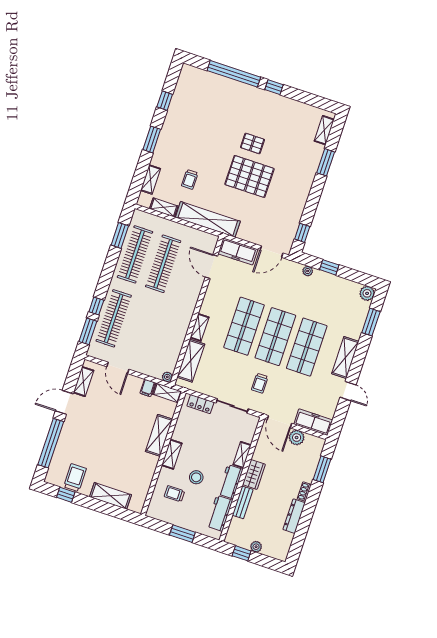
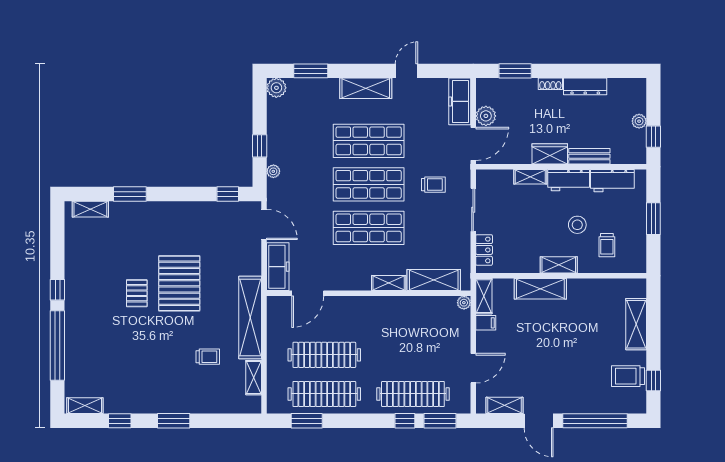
shelving: (151, 179) -> (85, 406), moved

